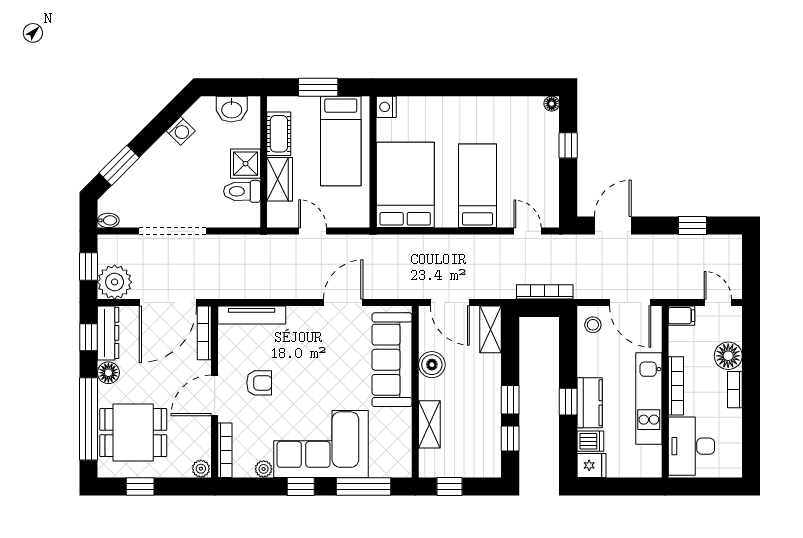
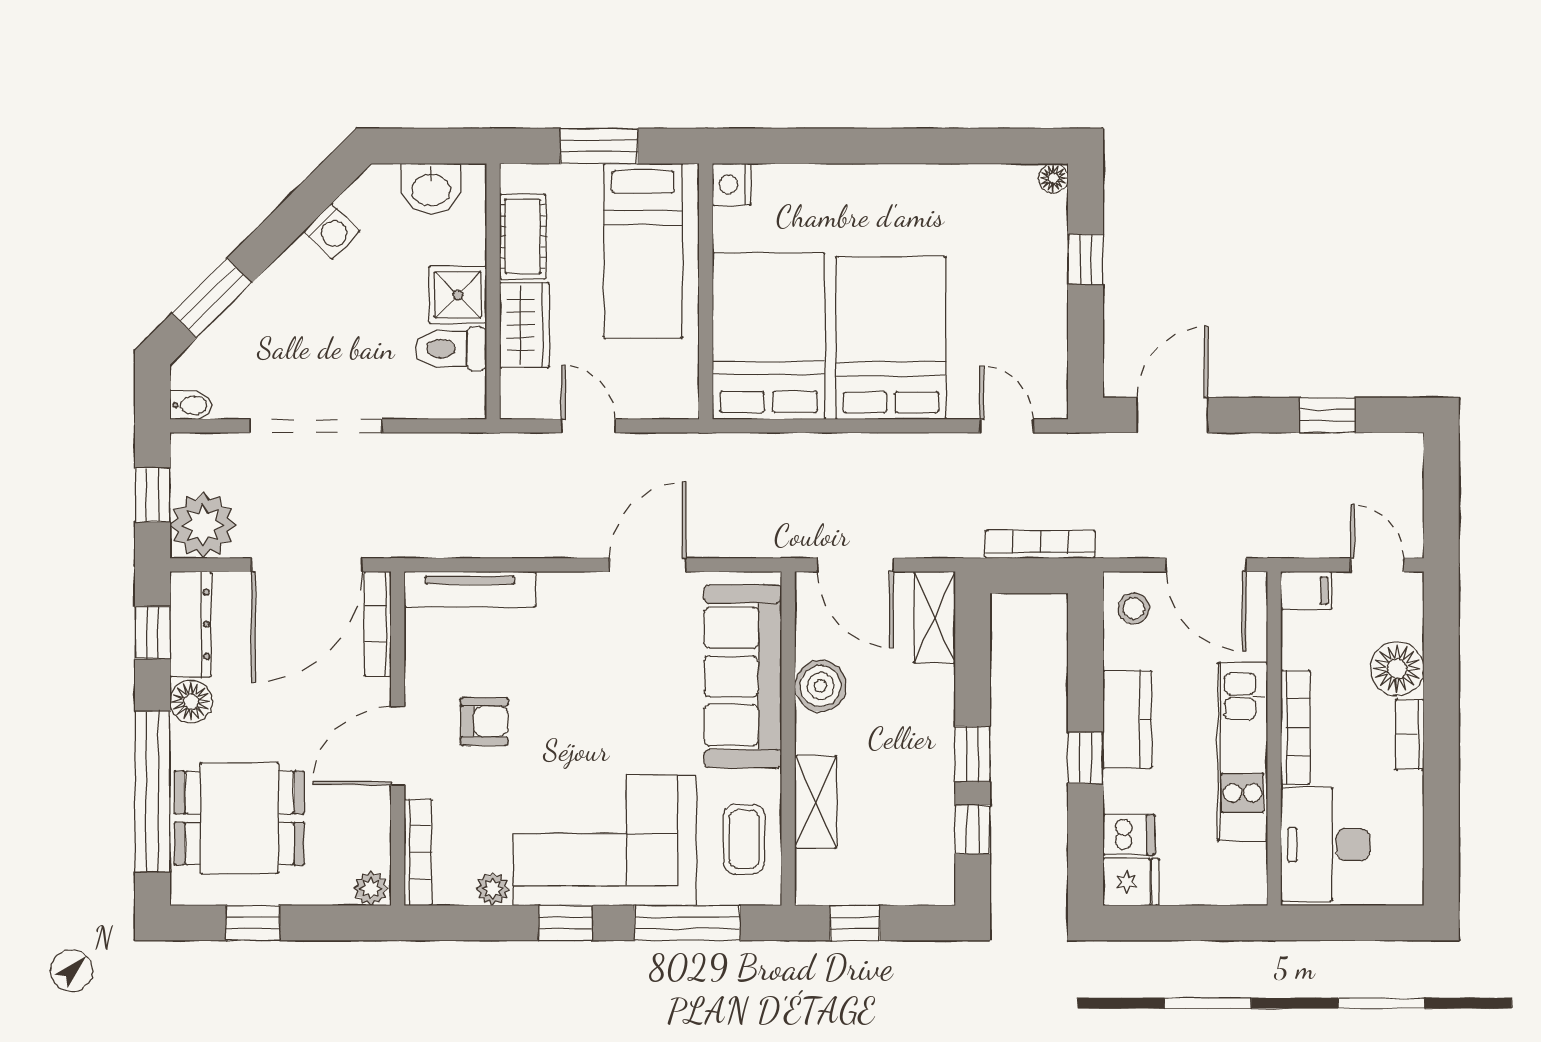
bed: (477, 186) -> (891, 338), width x1.50
kitchen counter: (590, 403) -> (1127, 720), moved
coffee table: (393, 443) -> (744, 839), added

